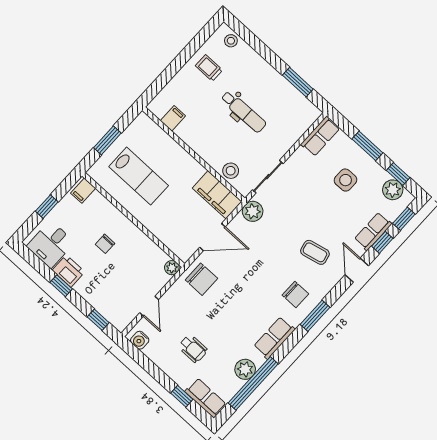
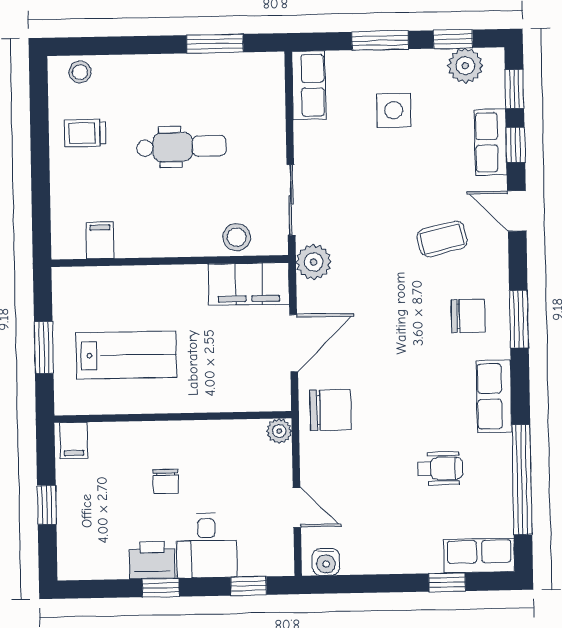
desk: (51, 244) -> (207, 546), moved
wheelchair: (193, 349) -> (440, 468), moved
plant: (245, 369) -> (495, 471), removed

